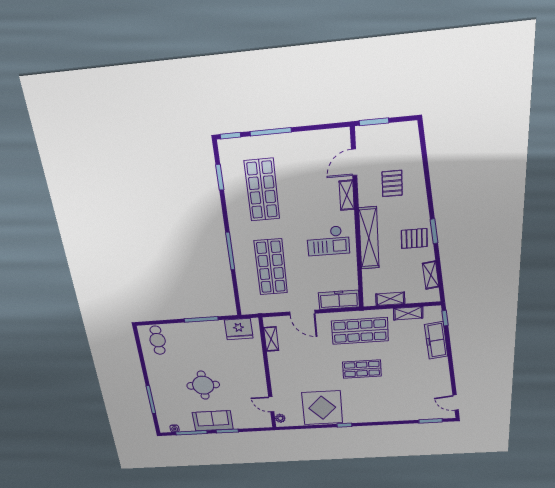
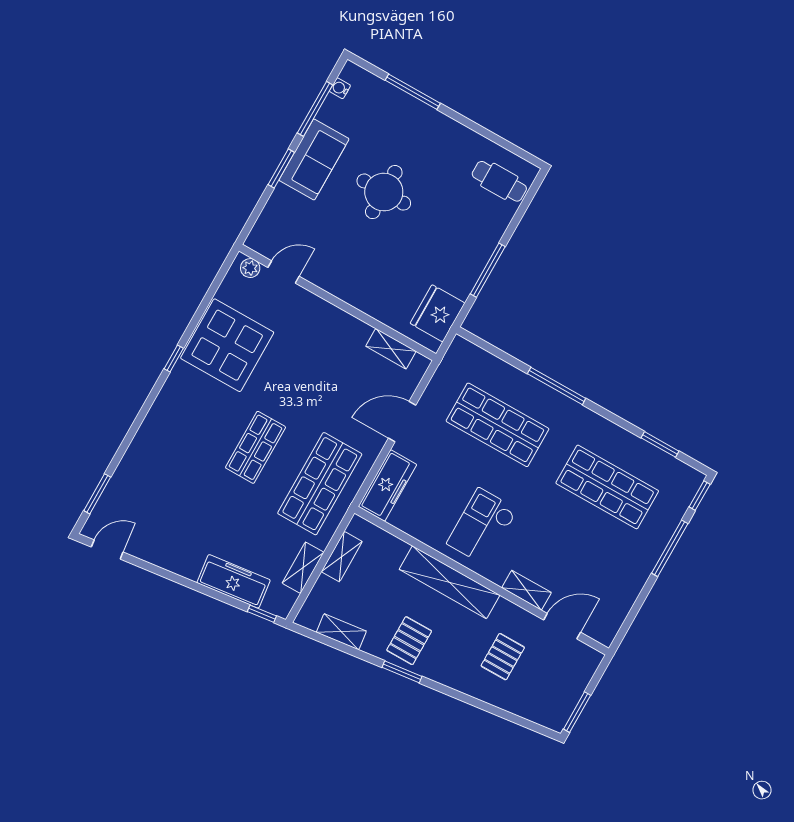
window: (374, 122) -> (577, 712), moved
door: (354, 162) -> (562, 626), hinge flipped
pallet: (392, 183) -> (503, 657), turned 90

